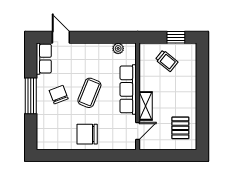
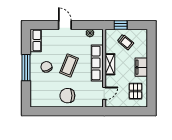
door: (61, 37) -> (65, 25), moved
window: (176, 37) -> (121, 25), moved
filing cabinet: (188, 95) -> (141, 67), added
shelving: (146, 106) -> (110, 64), moved

